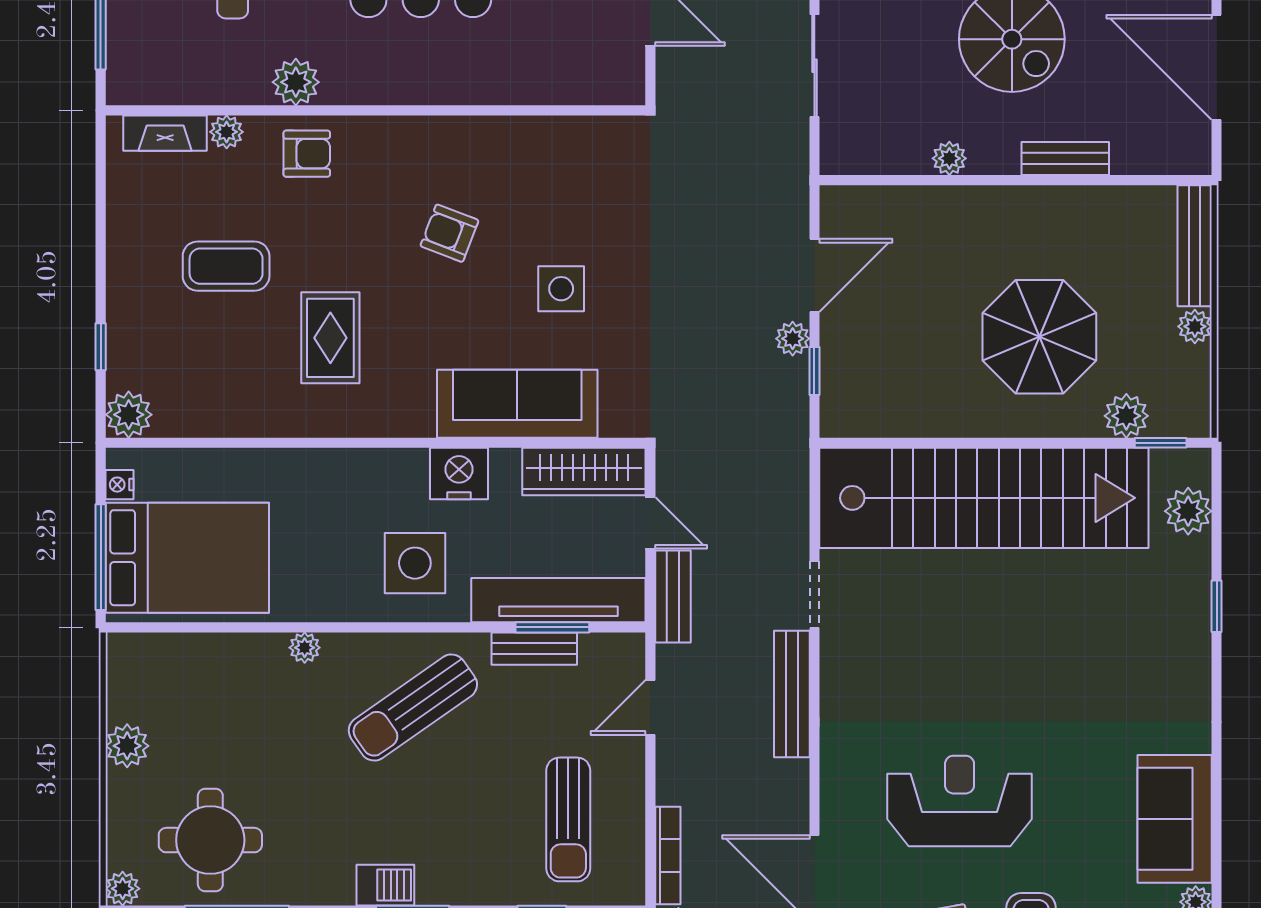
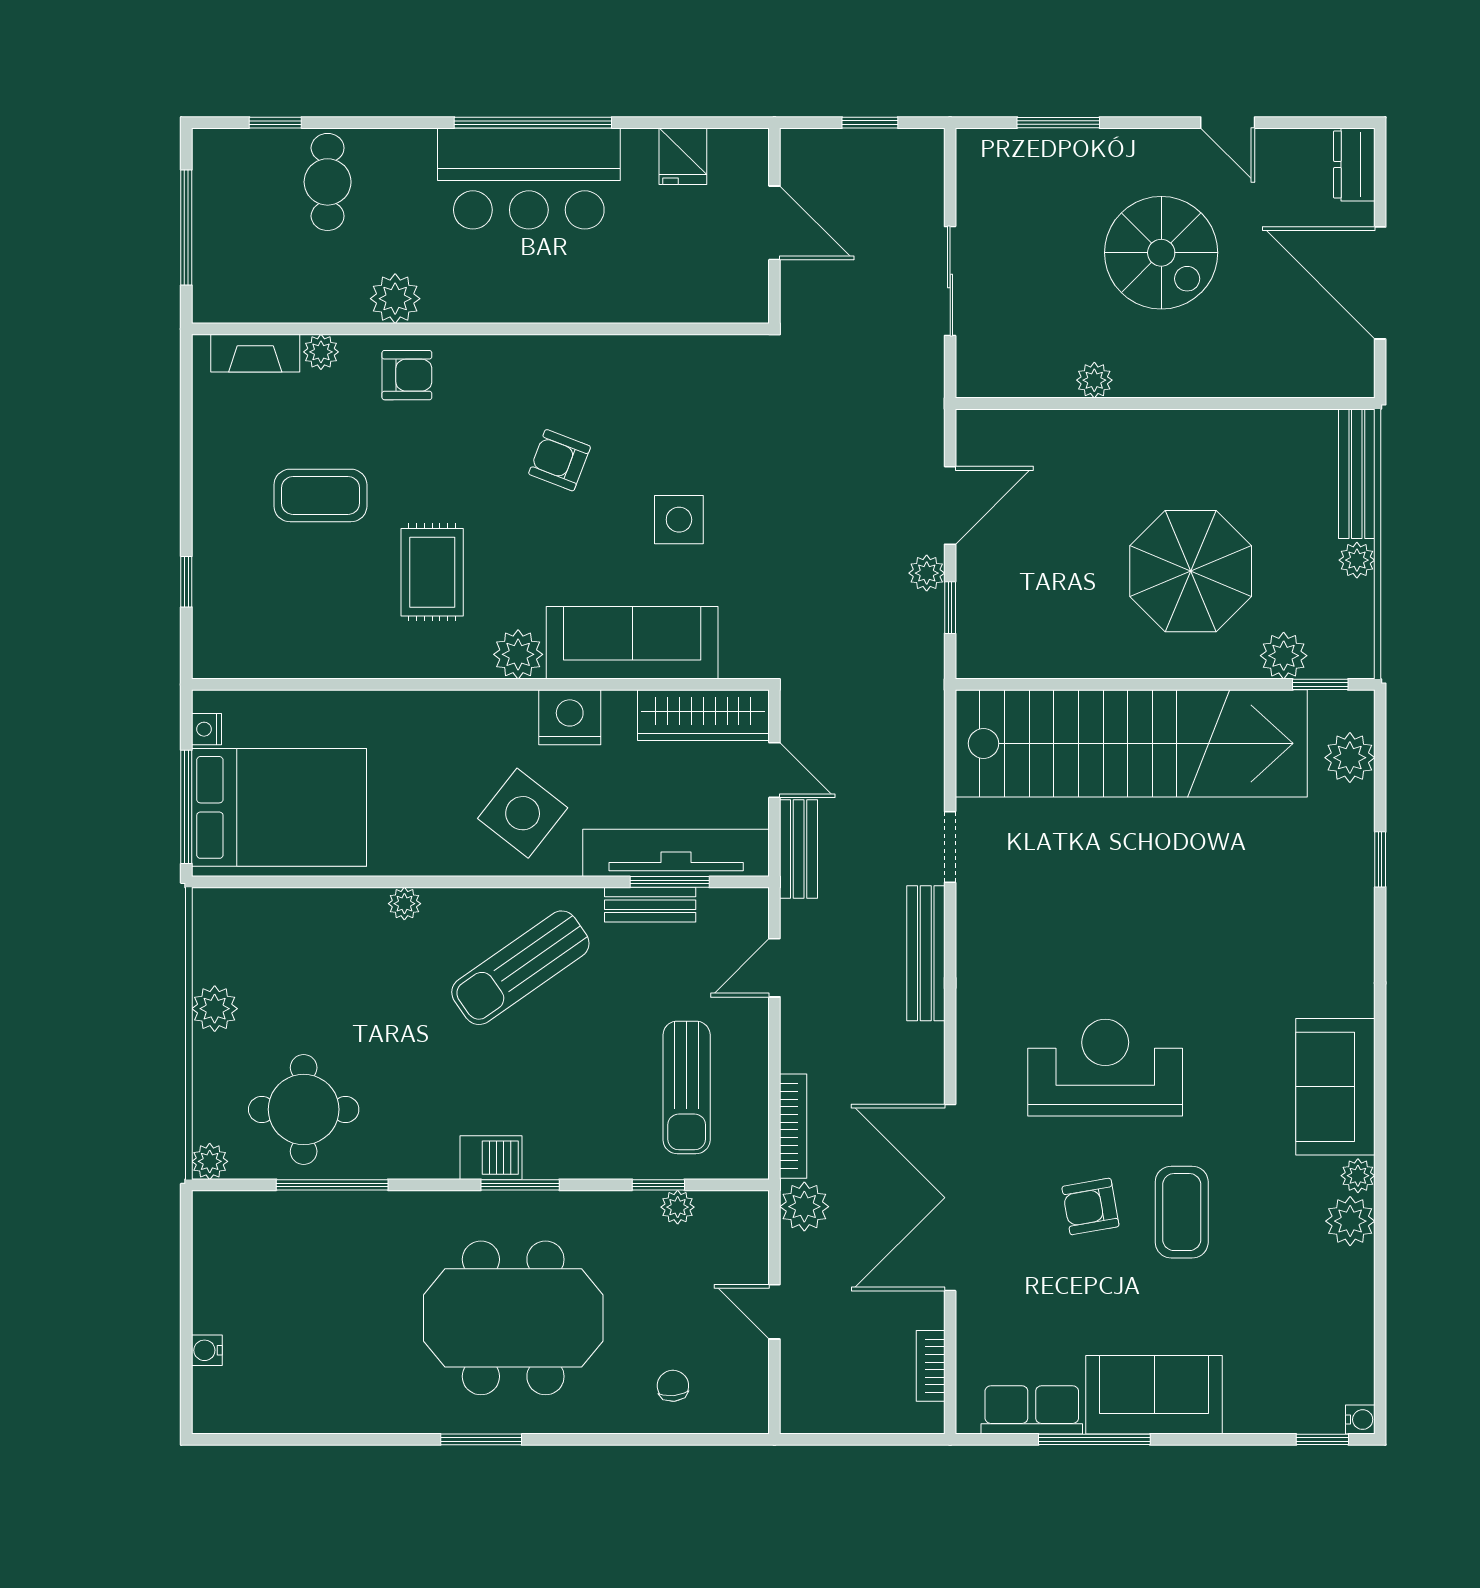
bench: (1065, 159) -> (1218, 380), removed
plant: (129, 415) -> (518, 654), moved
side table: (415, 563) -> (523, 813), turned 38

